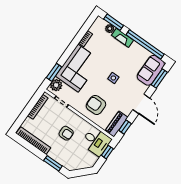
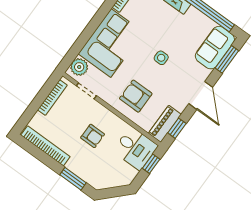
window: (54, 72) -> (76, 48), removed

